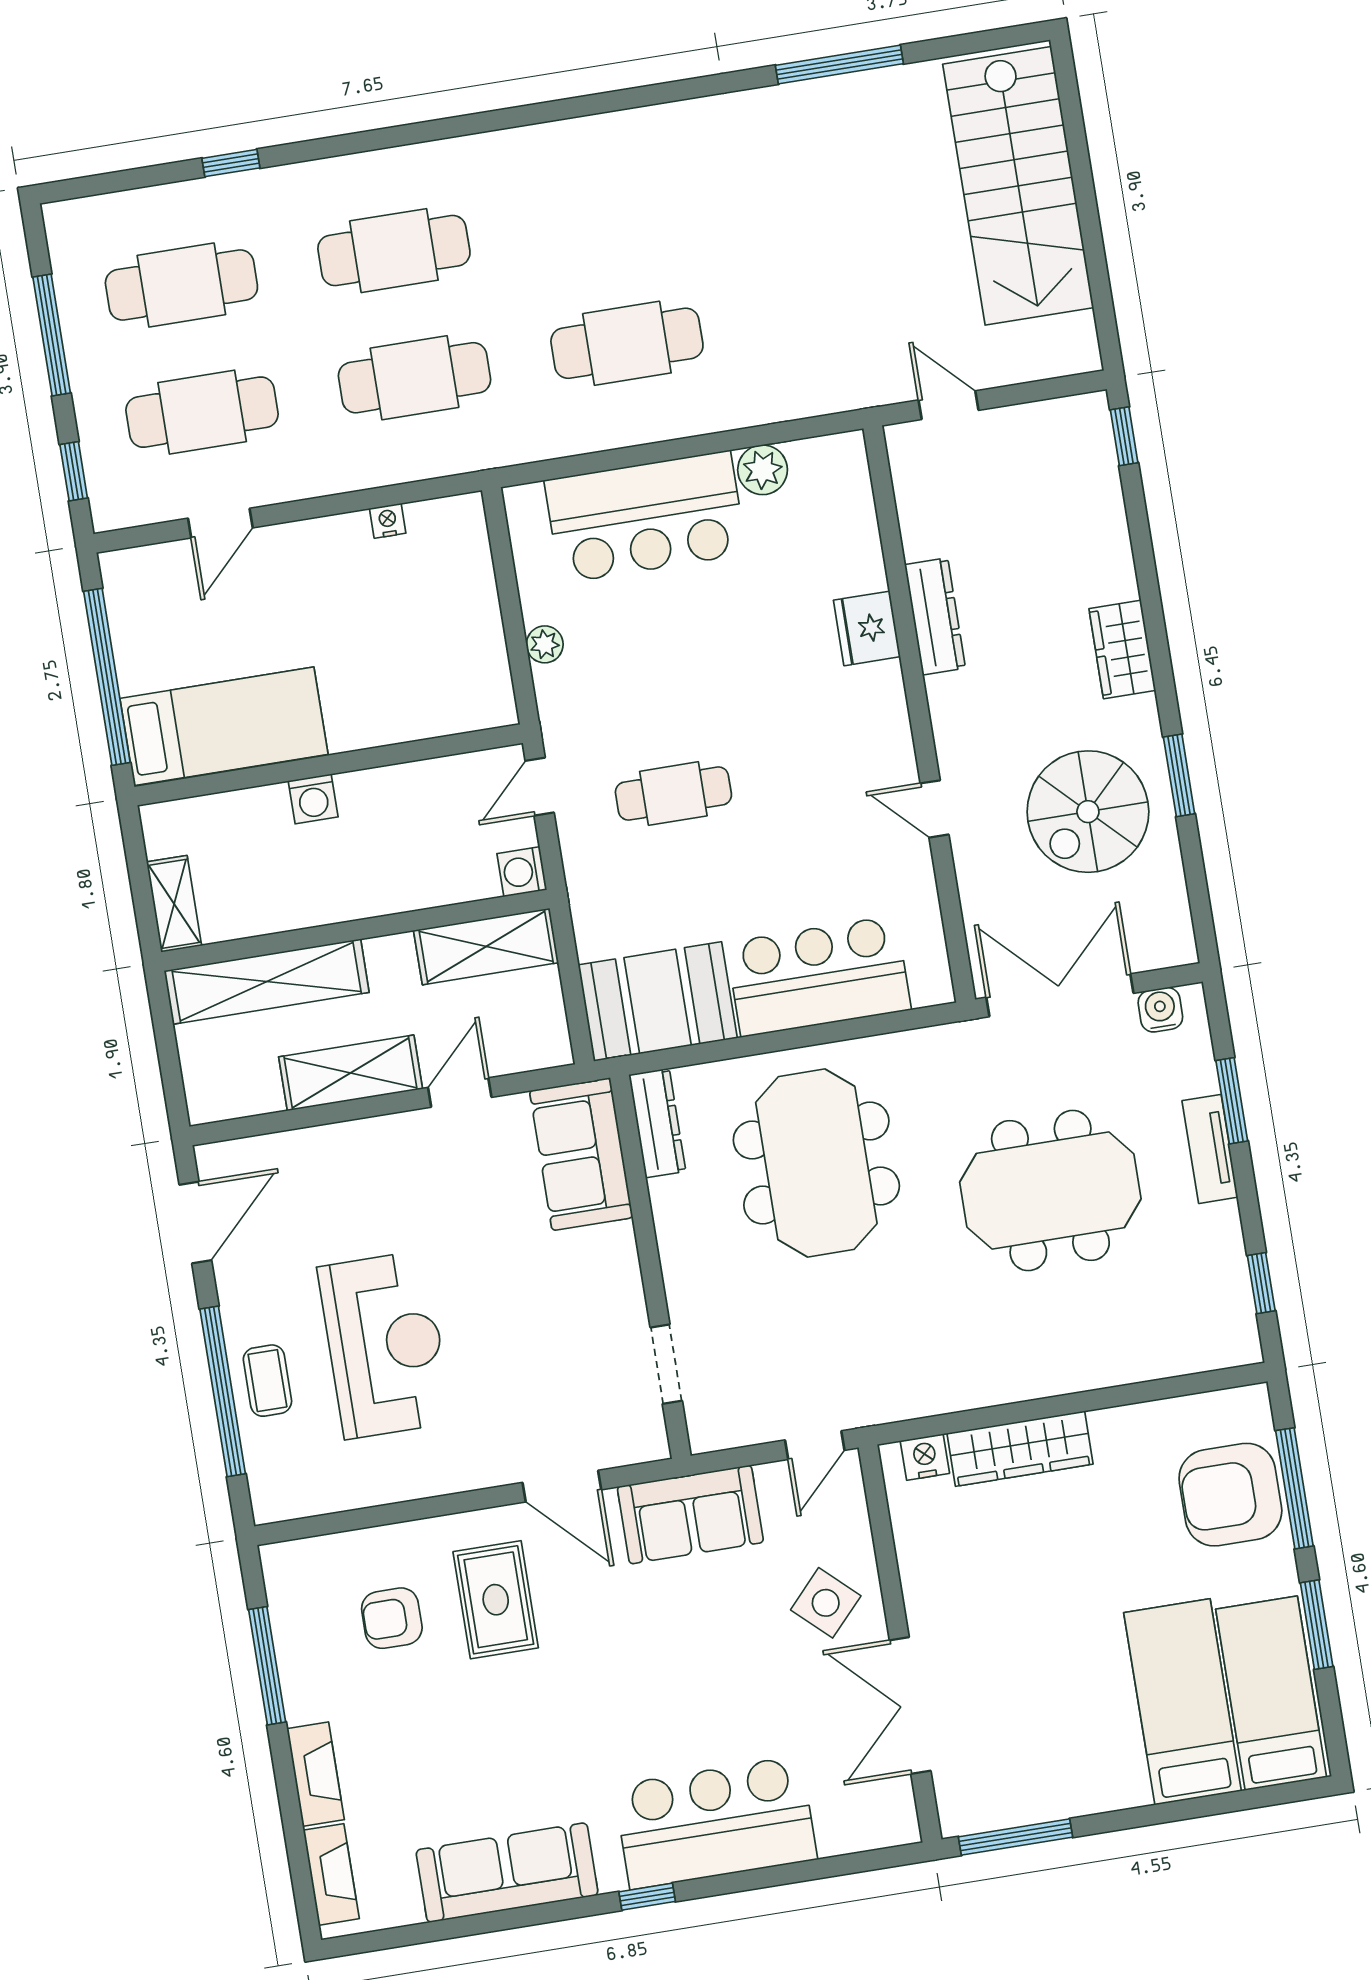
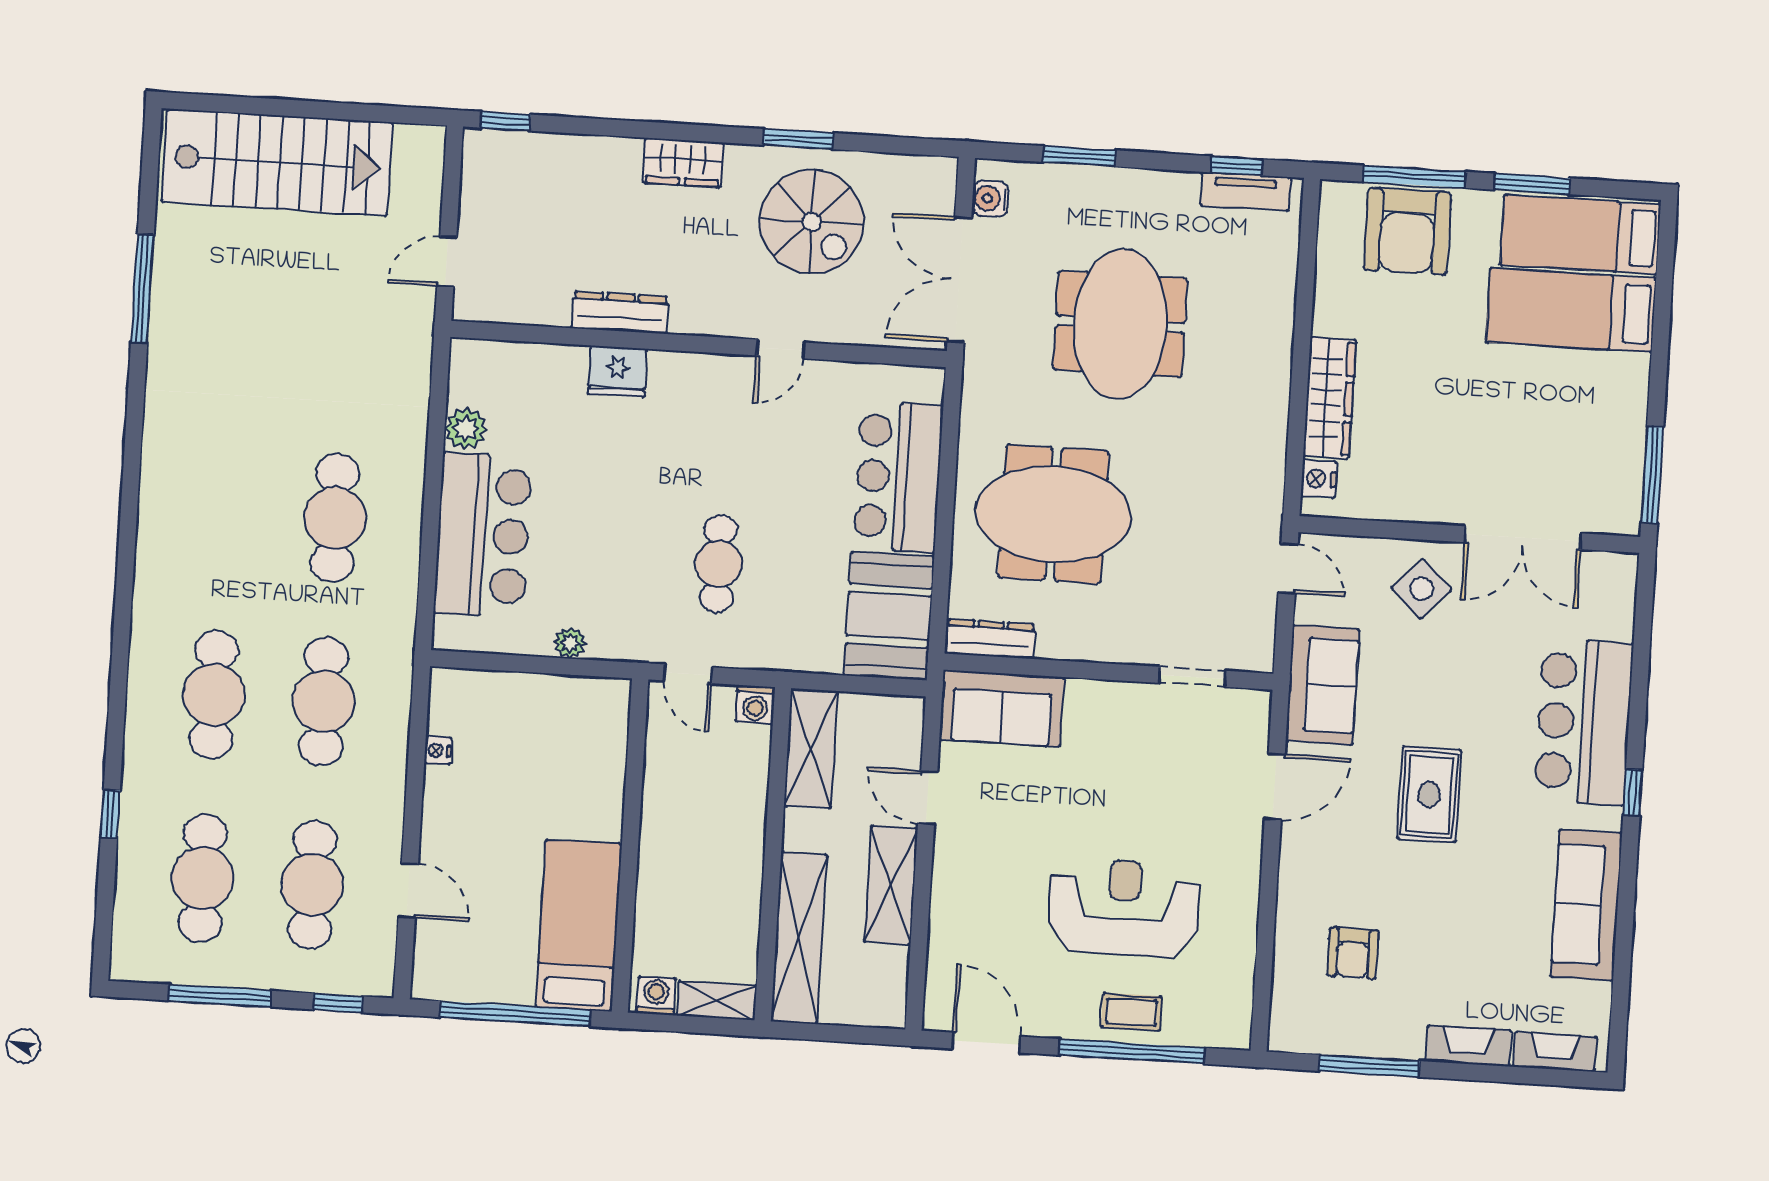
washing machine: (313, 799) -> (656, 996), moved, turned -90
tv unit: (1210, 1149) -> (1245, 191), moved
rug: (496, 1600) -> (1429, 795), moved, turned 90

